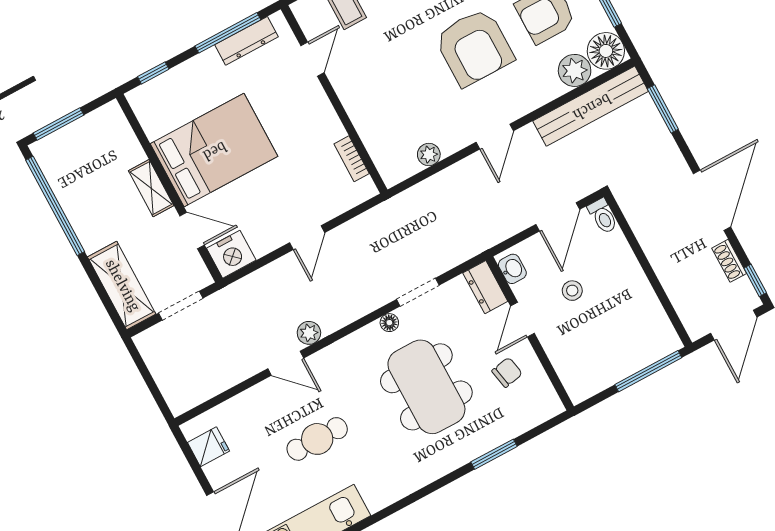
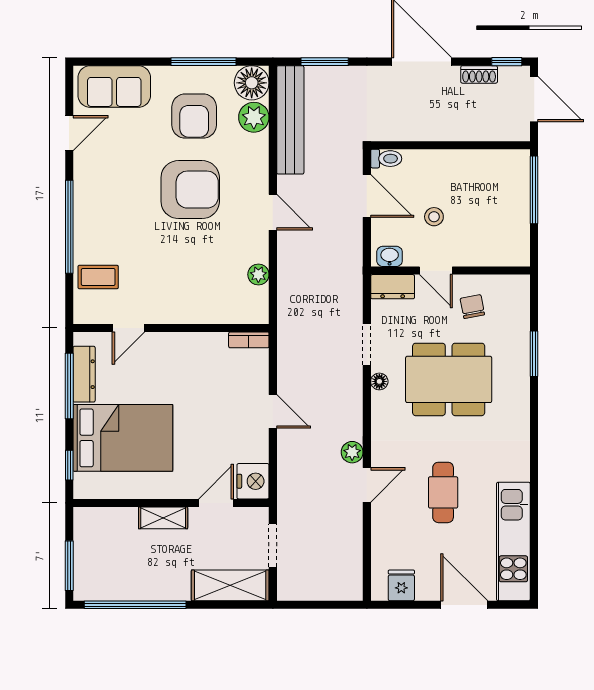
door: (312, 59) -> (128, 328), swing flipped
bed: (214, 150) -> (123, 438), moved, turned 90
bookcase: (352, 159) -> (249, 340), moved

